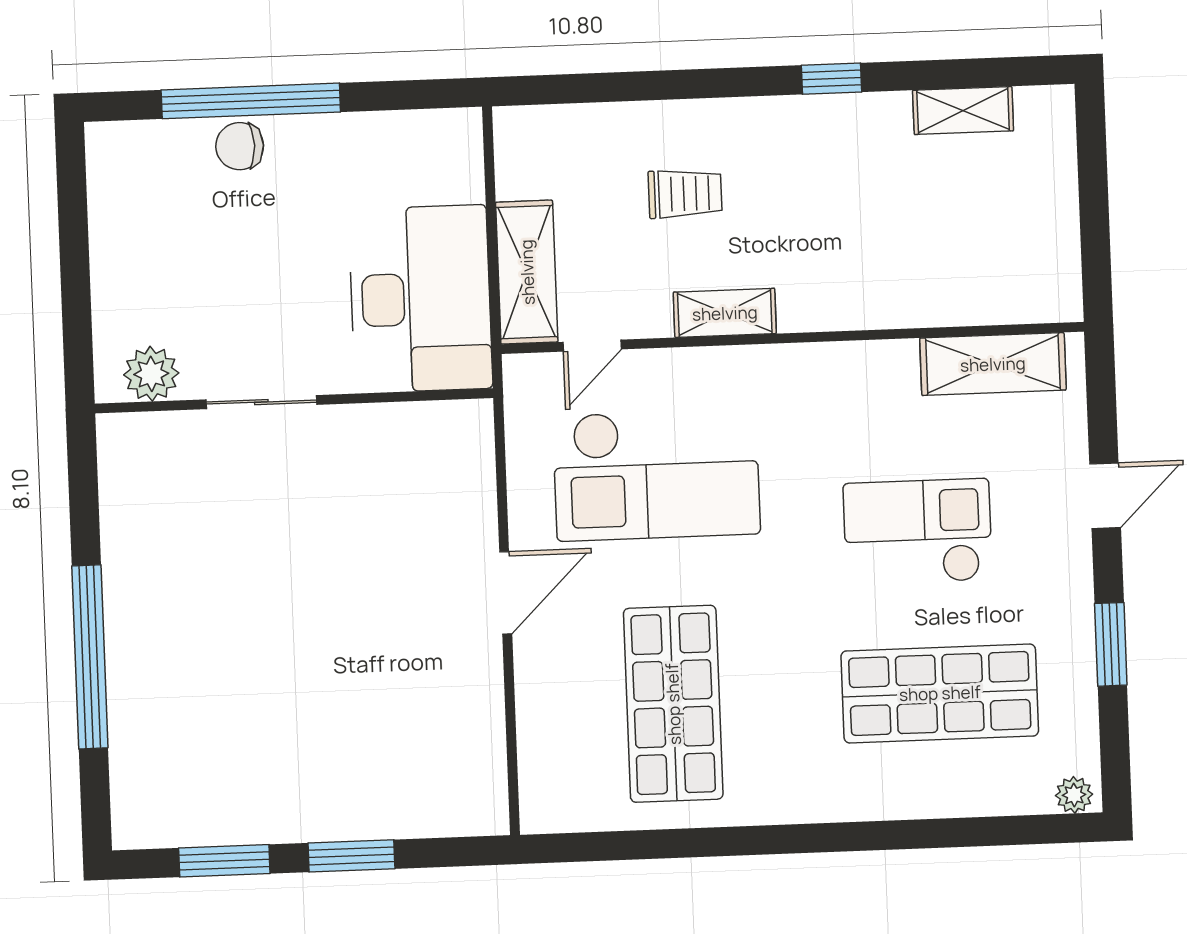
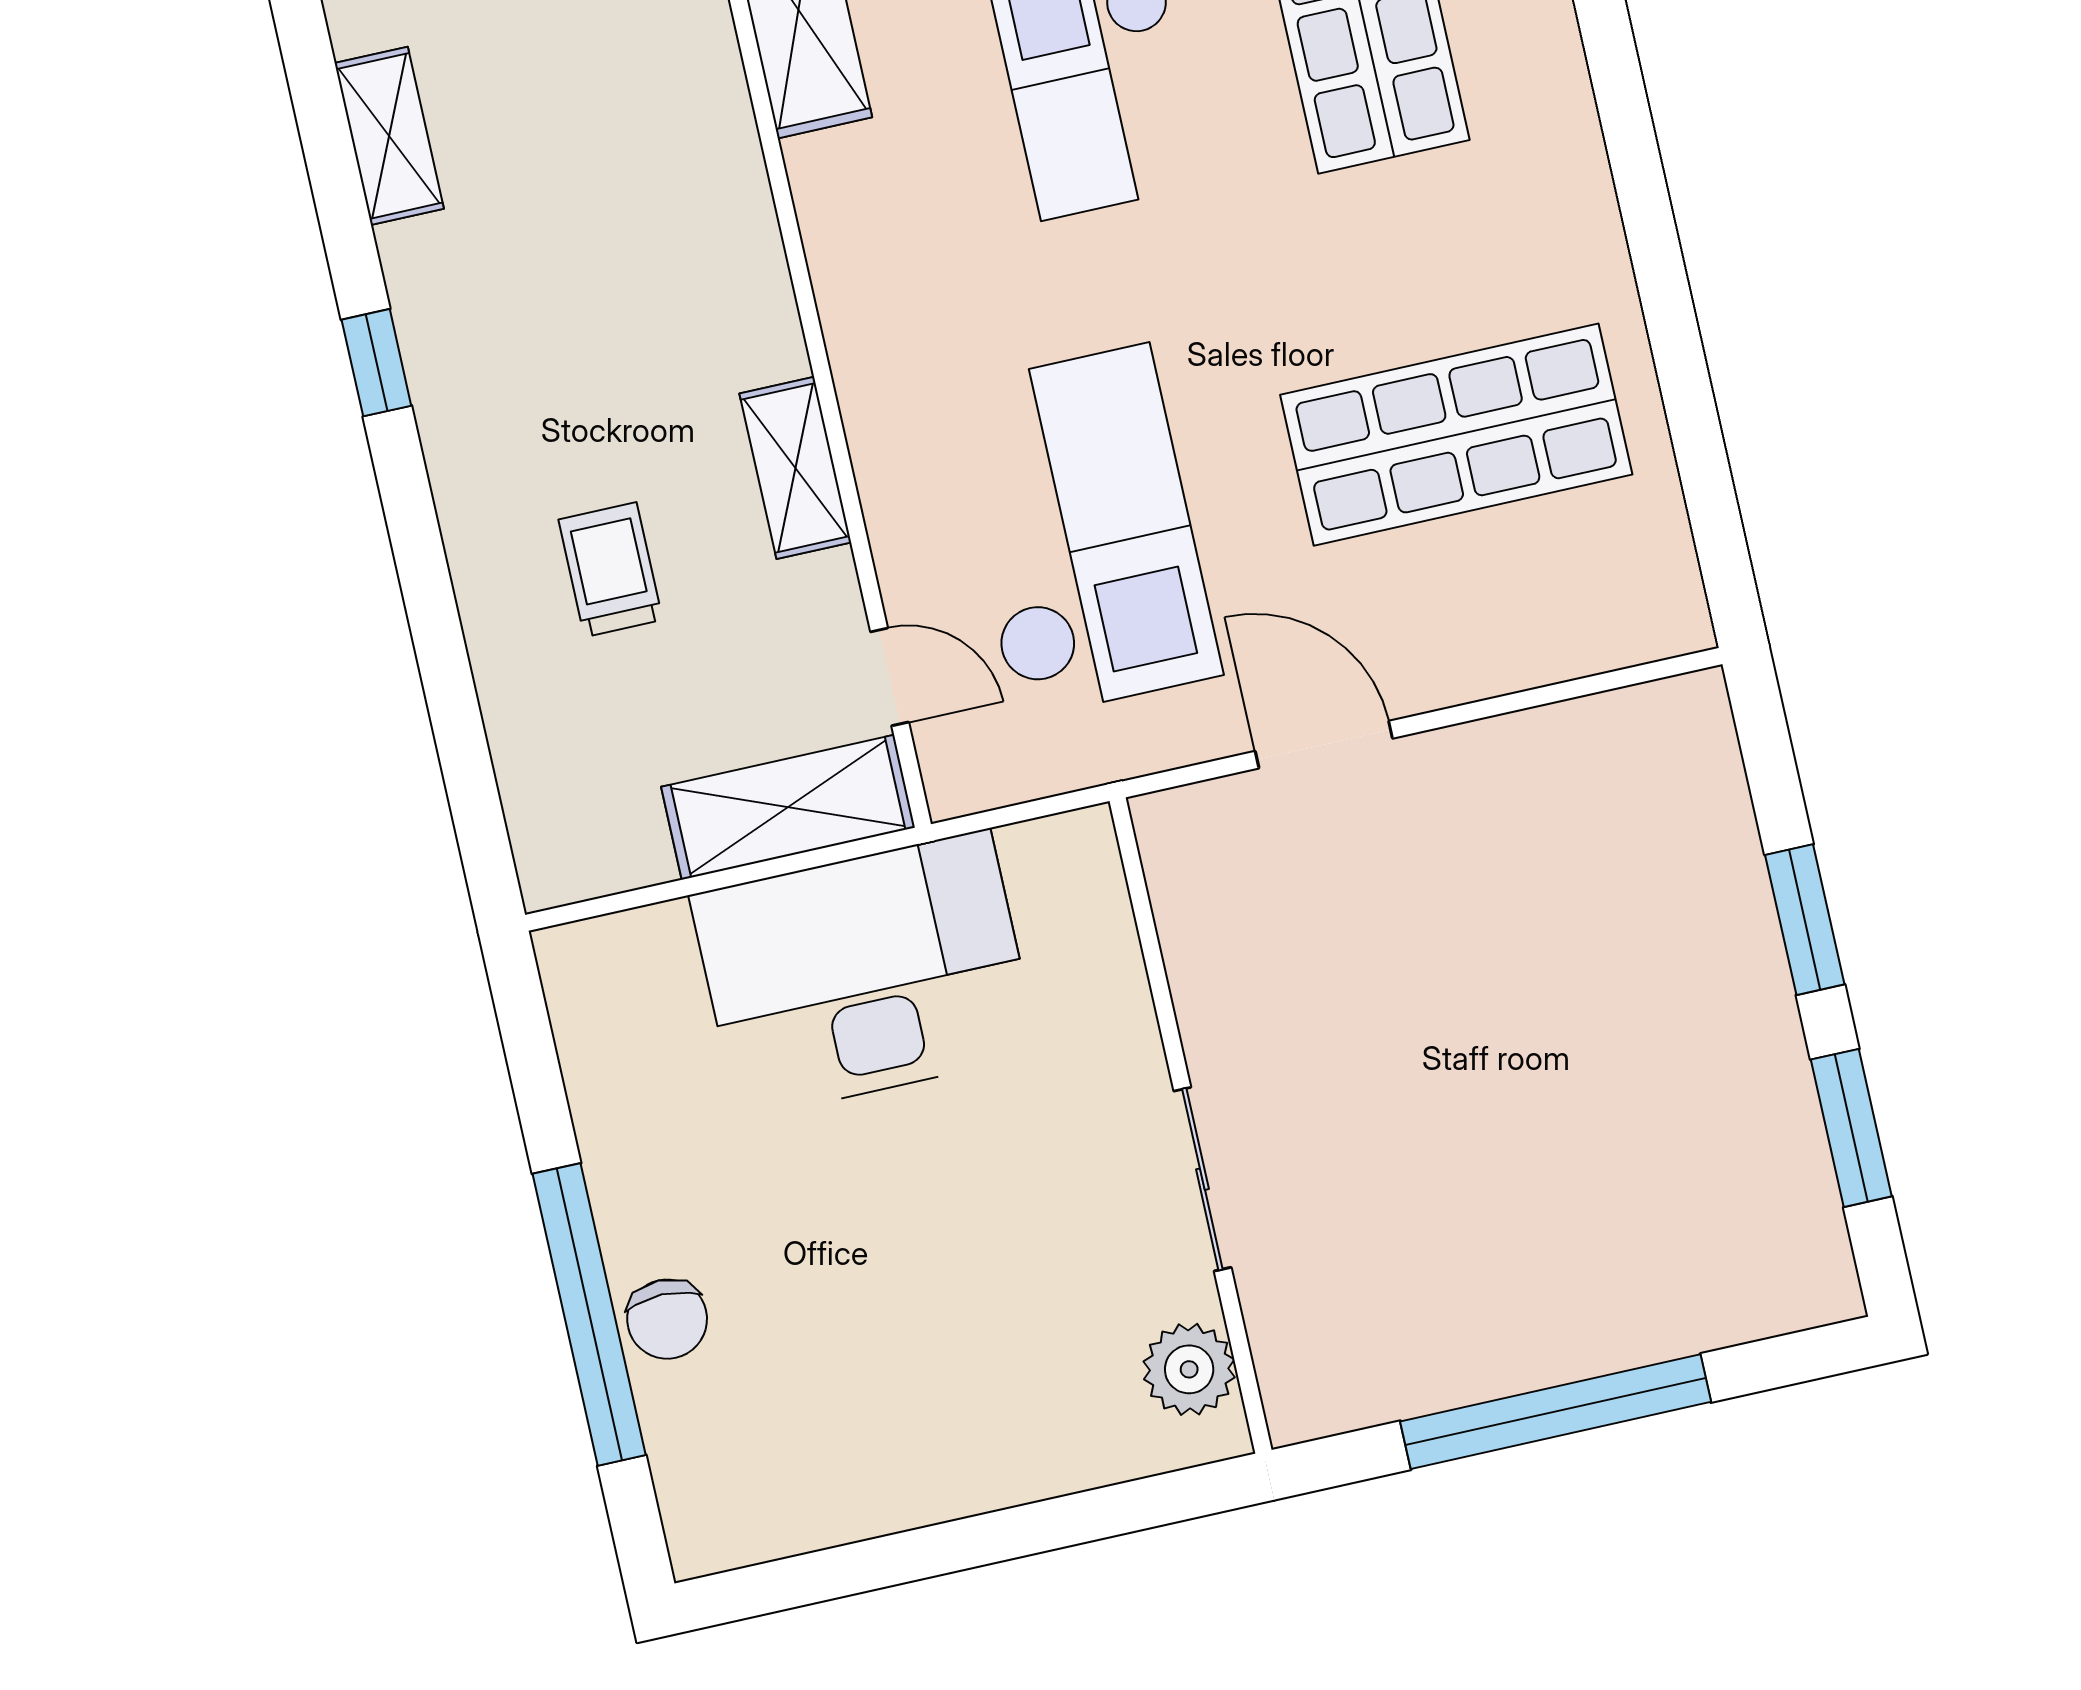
plant: (151, 374) -> (1189, 1369), moved
wall: (294, 401) -> (1190, 1126), moved
sliding door: (261, 402) -> (1202, 1179), moved

